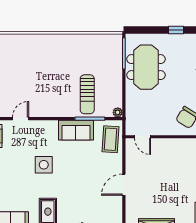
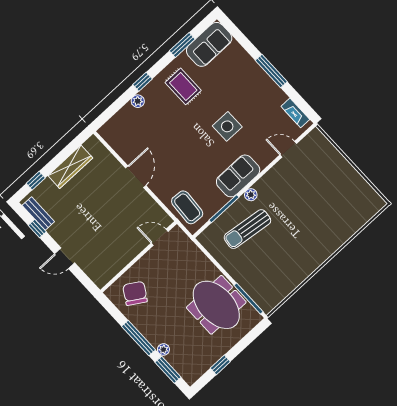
sun lounger: (87, 94) -> (247, 229), turned -83
plant: (118, 112) -> (251, 195), moved
door: (21, 119) -> (288, 149), swing flipped
sofa: (76, 130) -> (238, 176), moved

